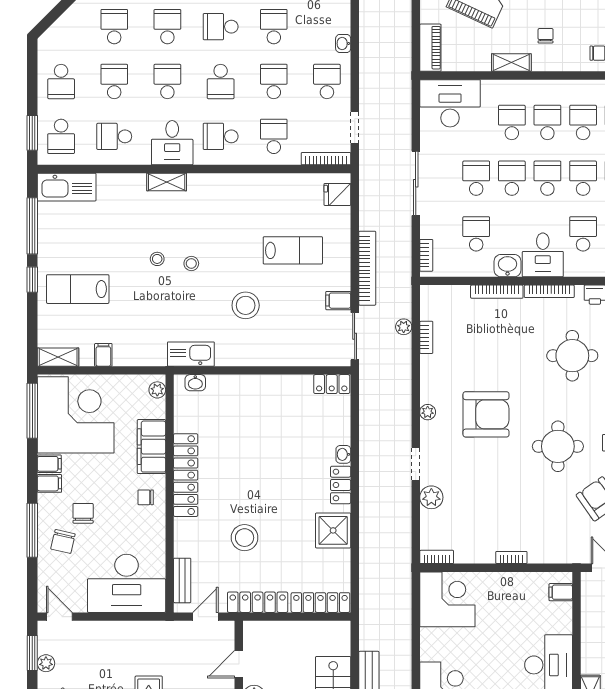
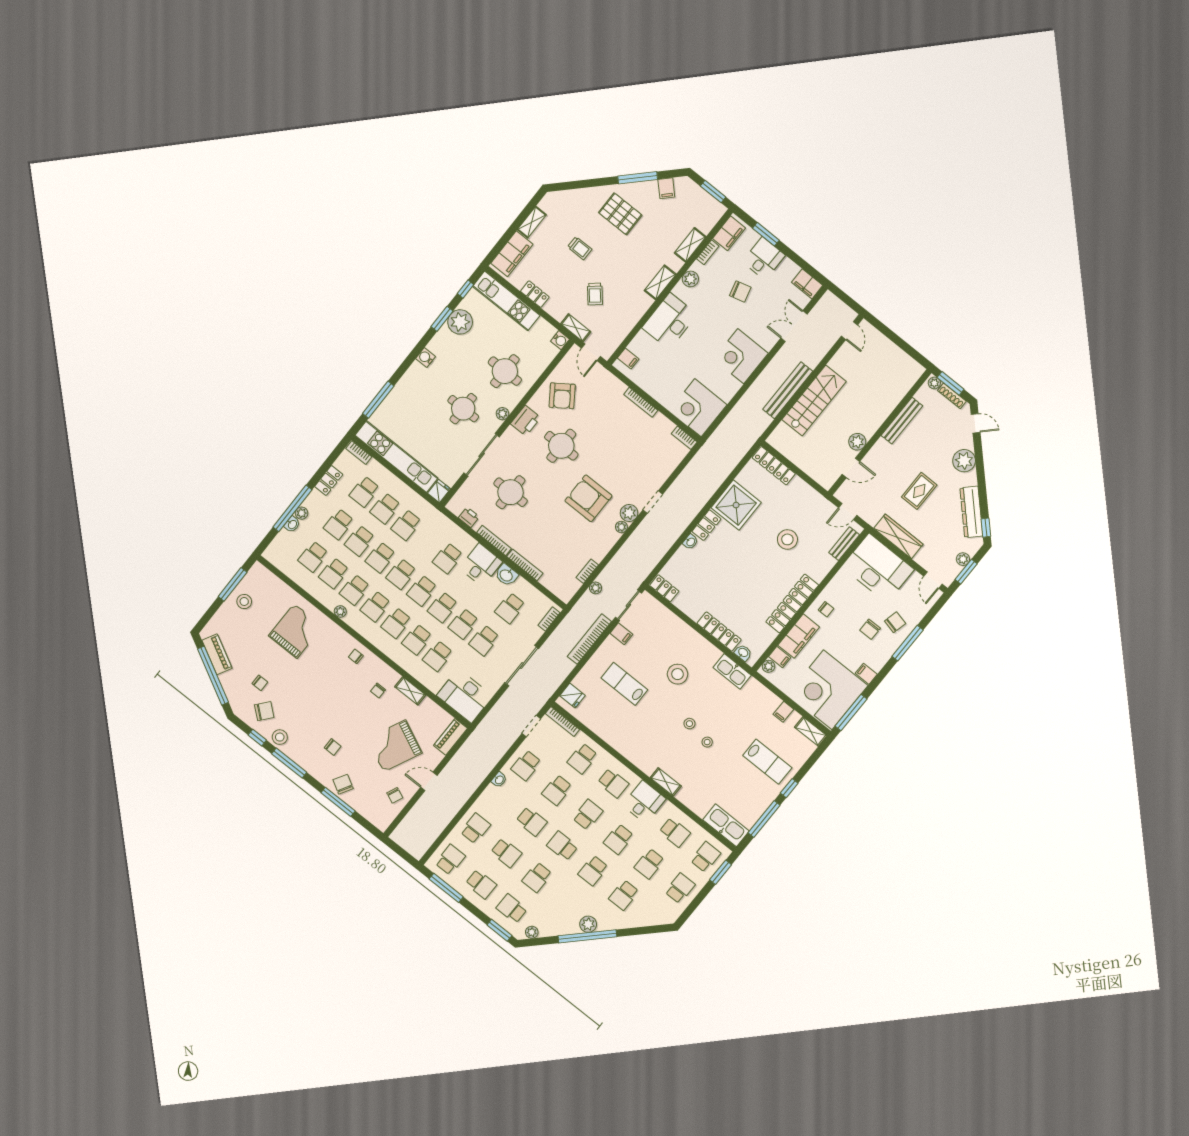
school desk: (221, 27) -> (562, 846), turned 180
school desk: (274, 27) -> (532, 821), turned -90
filing cabinet: (49, 483) -> (780, 657), moved, turned 180
plant: (431, 497) -> (629, 513), moved
shower: (333, 530) -> (736, 505), width x1.37, depth x1.37
bookcase: (511, 557) -> (641, 402), width x1.56
locker: (258, 602) -> (719, 632), moved, turned 180
wardrobe: (132, 633) -> (898, 536), added

